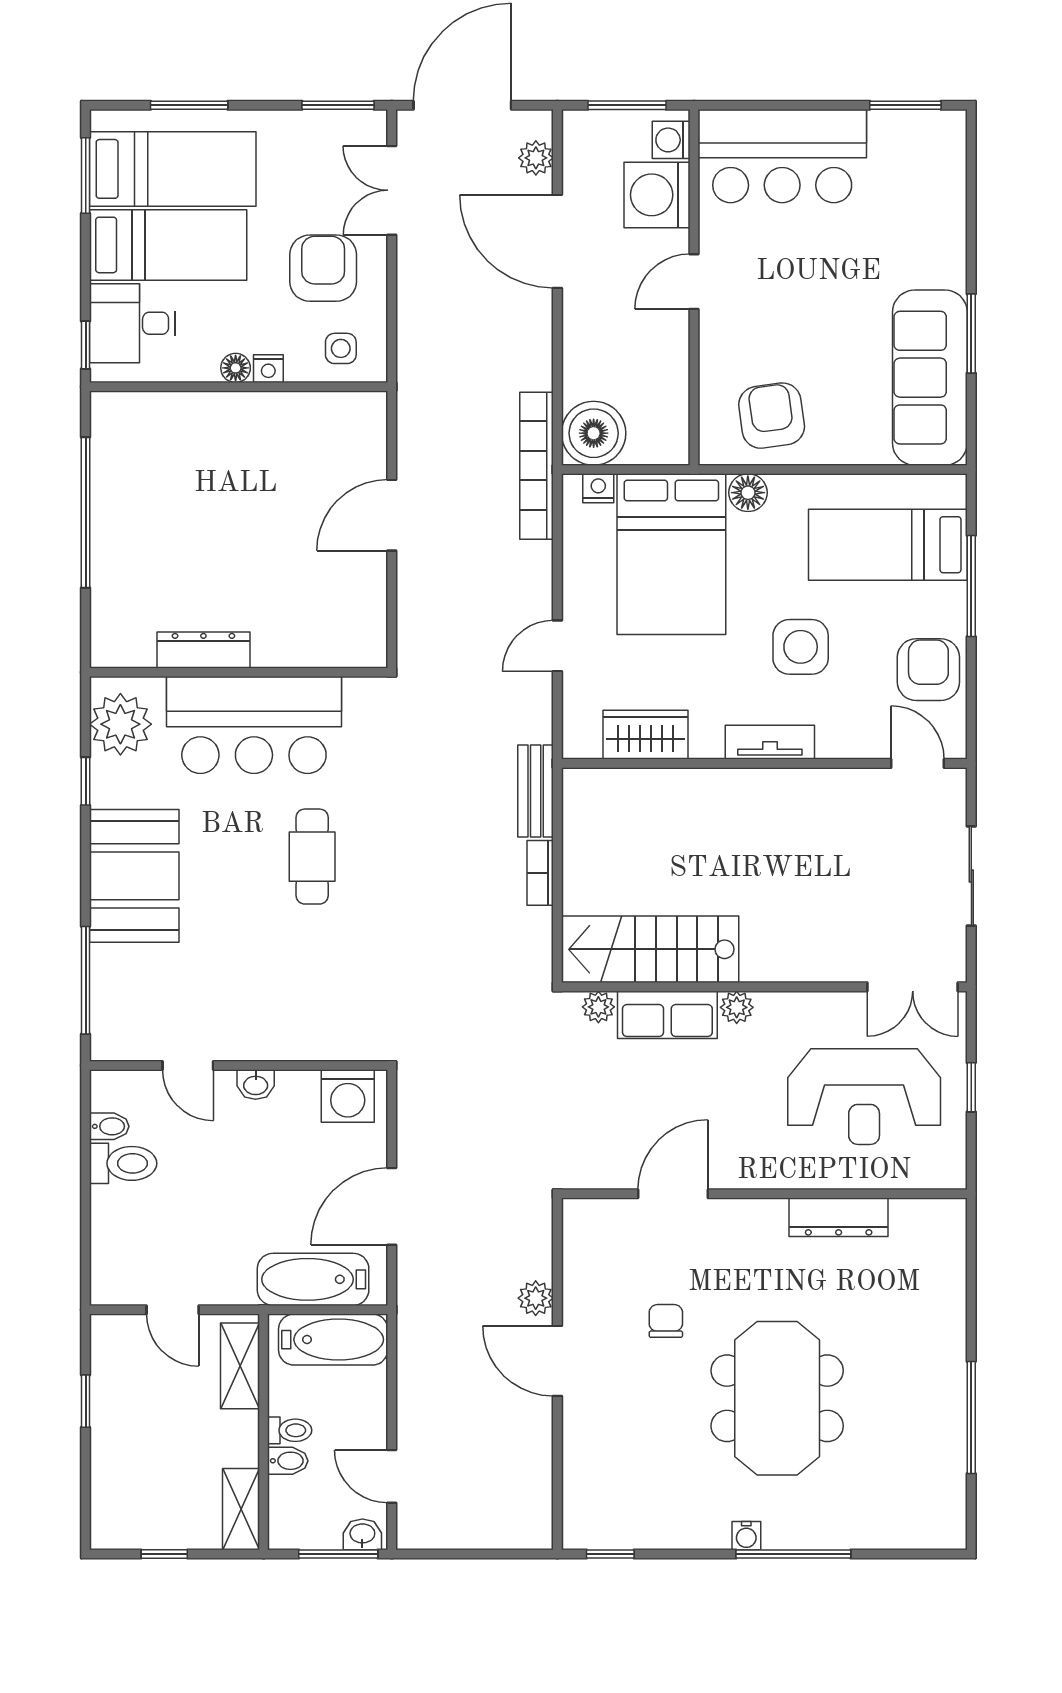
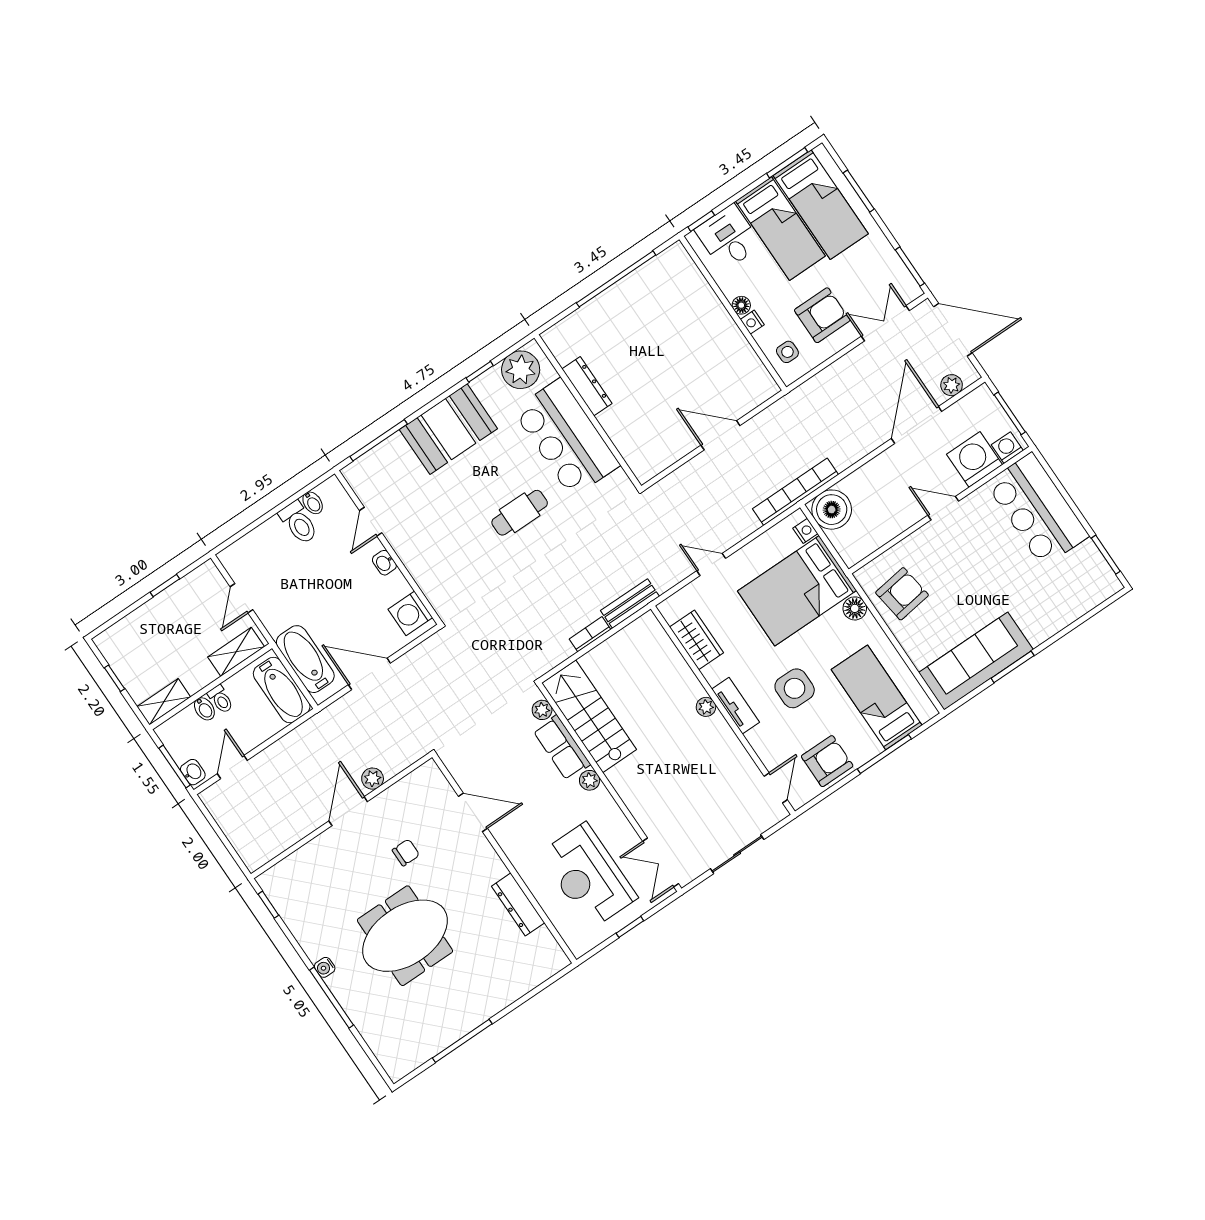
plant: (744, 783) -> (706, 707), added

